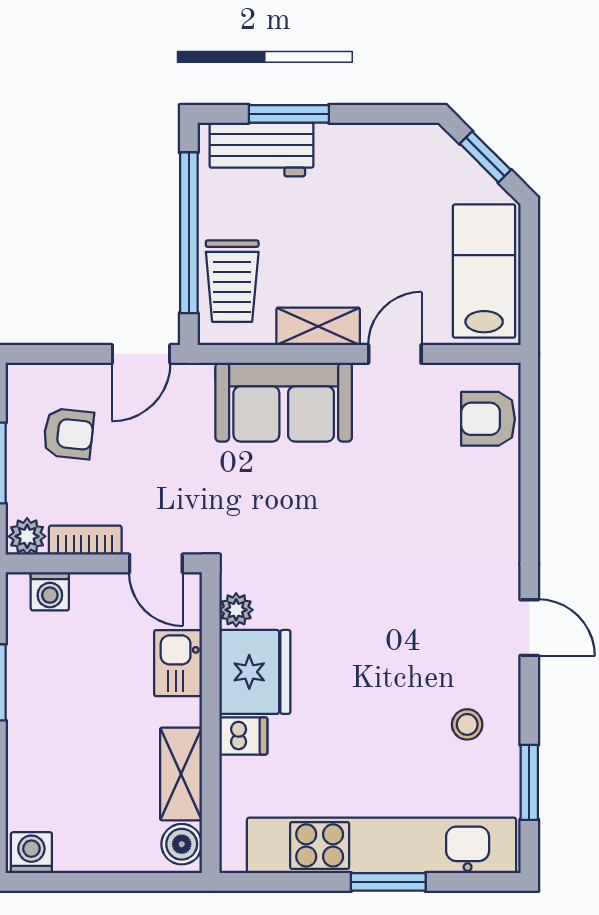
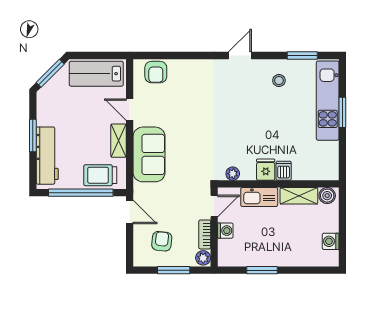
window: (289, 114) -> (33, 136), moved
workbench: (261, 149) -> (47, 156), width x1.38
window: (485, 157) -> (50, 73), width x1.50
trolley: (232, 281) -> (100, 175), turned 180
washing machine: (50, 591) -> (225, 231), moved
kitchen sink: (178, 663) -> (259, 197), width x1.38
fridge: (255, 672) -> (266, 170), width x0.53, depth x0.75
kitchen unit: (381, 845) -> (328, 101), width x0.73
washing machine: (31, 853) -> (331, 241), moved

